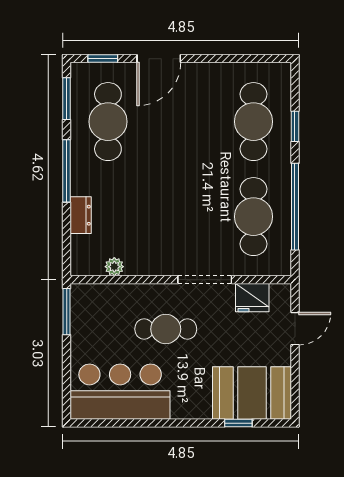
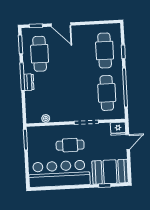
door: (159, 59) -> (61, 24), hinge flipped
dresser: (81, 215) -> (29, 82), moved
fridge: (252, 298) -> (118, 129), moved
bar counter: (120, 392) -> (59, 174), width x1.36

